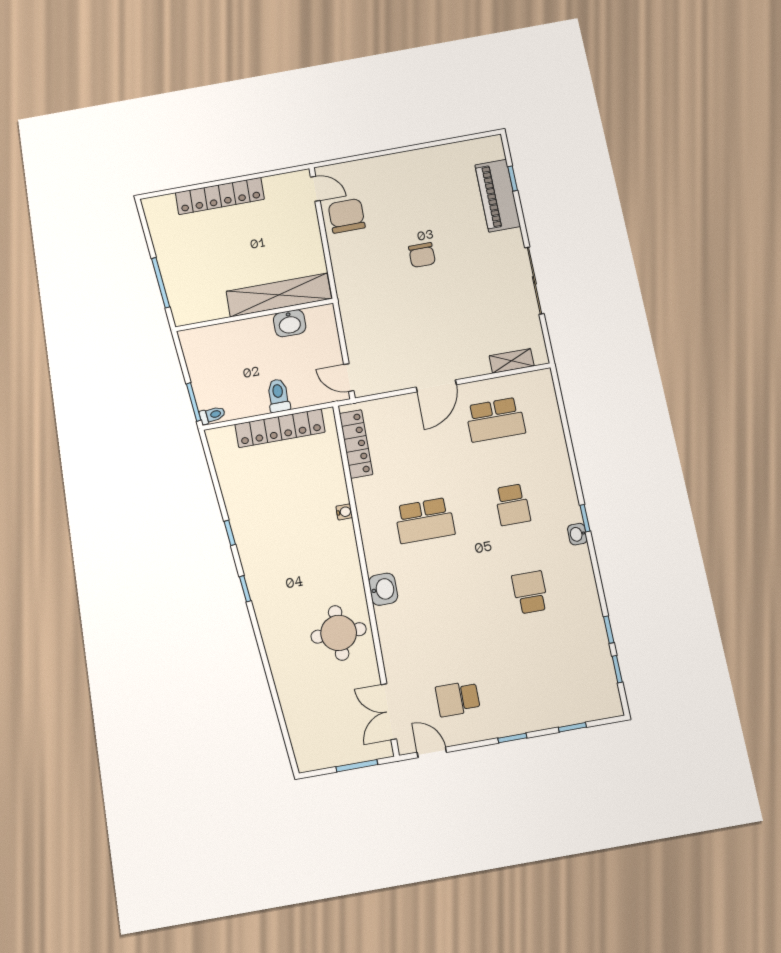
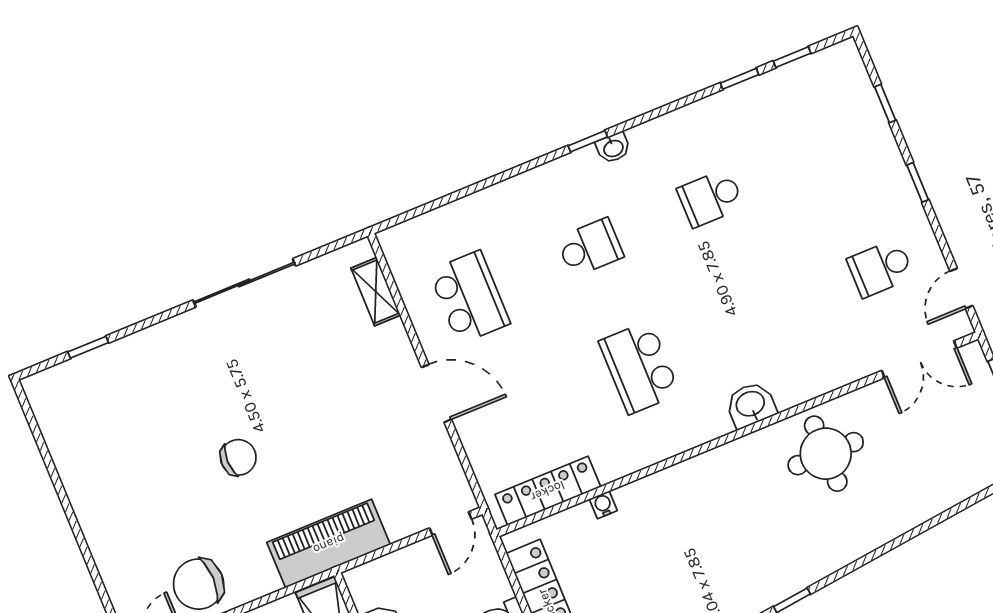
piano: (498, 196) -> (329, 544), moved, turned 180
water cooler: (344, 512) -> (603, 505), moved
school desk: (425, 520) -> (639, 368), turned 180
school desk: (458, 699) -> (880, 268), turned 90

